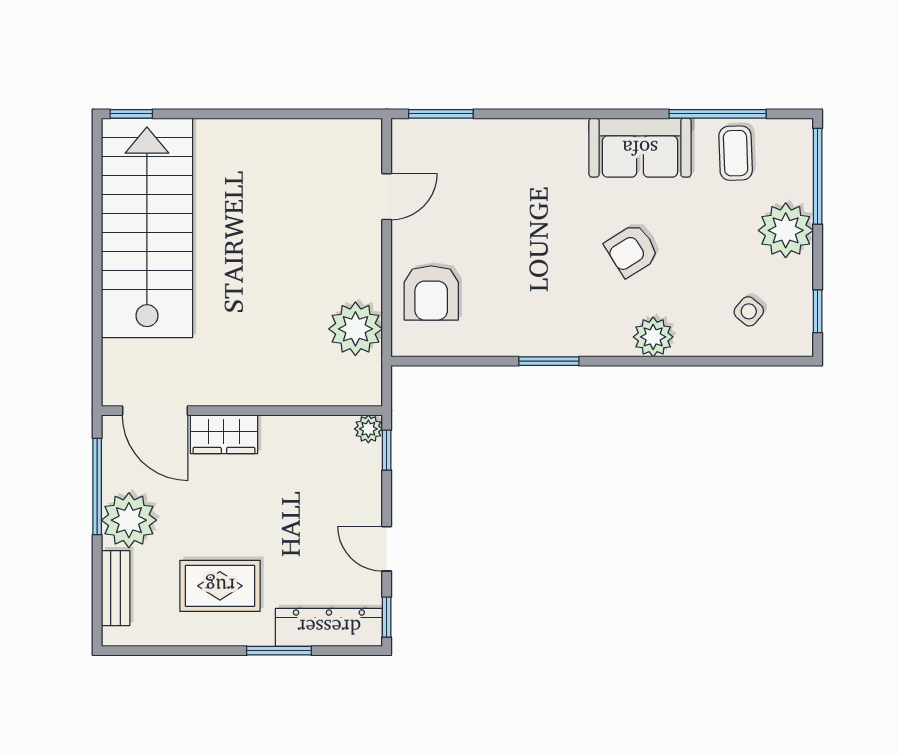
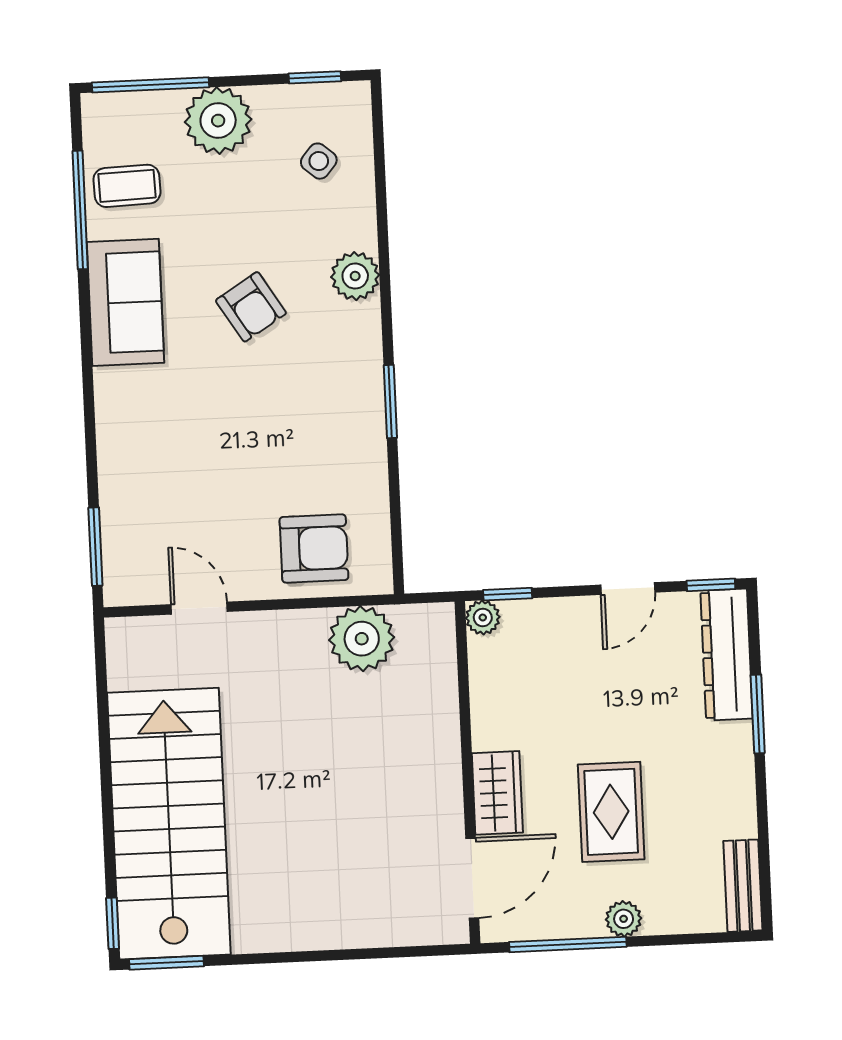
window: (97, 157) -> (166, 963), added
stairs: (147, 228) -> (169, 824), moved, turned 90
plant: (129, 520) -> (624, 919), width x0.53, depth x0.53
rug: (220, 586) -> (611, 812), moved
bench: (116, 588) -> (743, 886), moved, turned 90

